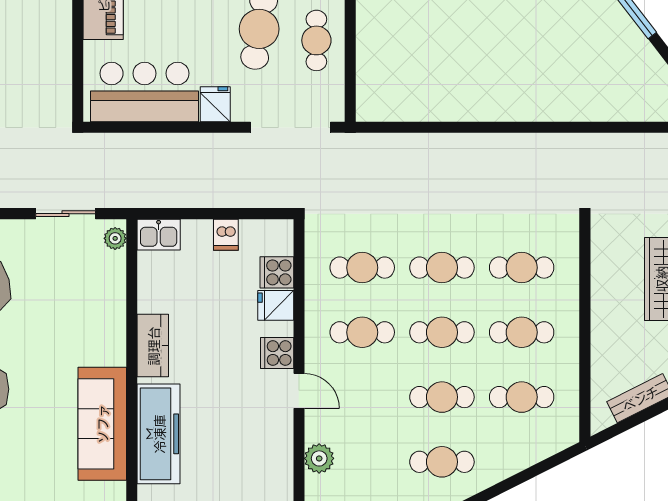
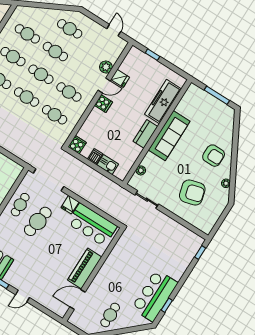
kitchen sink: (159, 235) -> (108, 165), moved
plant: (115, 238) -> (141, 170), moved
cooker: (277, 272) -> (77, 145), moved, turned -90
fridge: (276, 305) -> (120, 78), moved
door: (299, 391) -> (104, 85), swing flipped
sofa: (102, 424) -> (169, 136), moved
plant: (319, 458) -> (106, 67), moved

